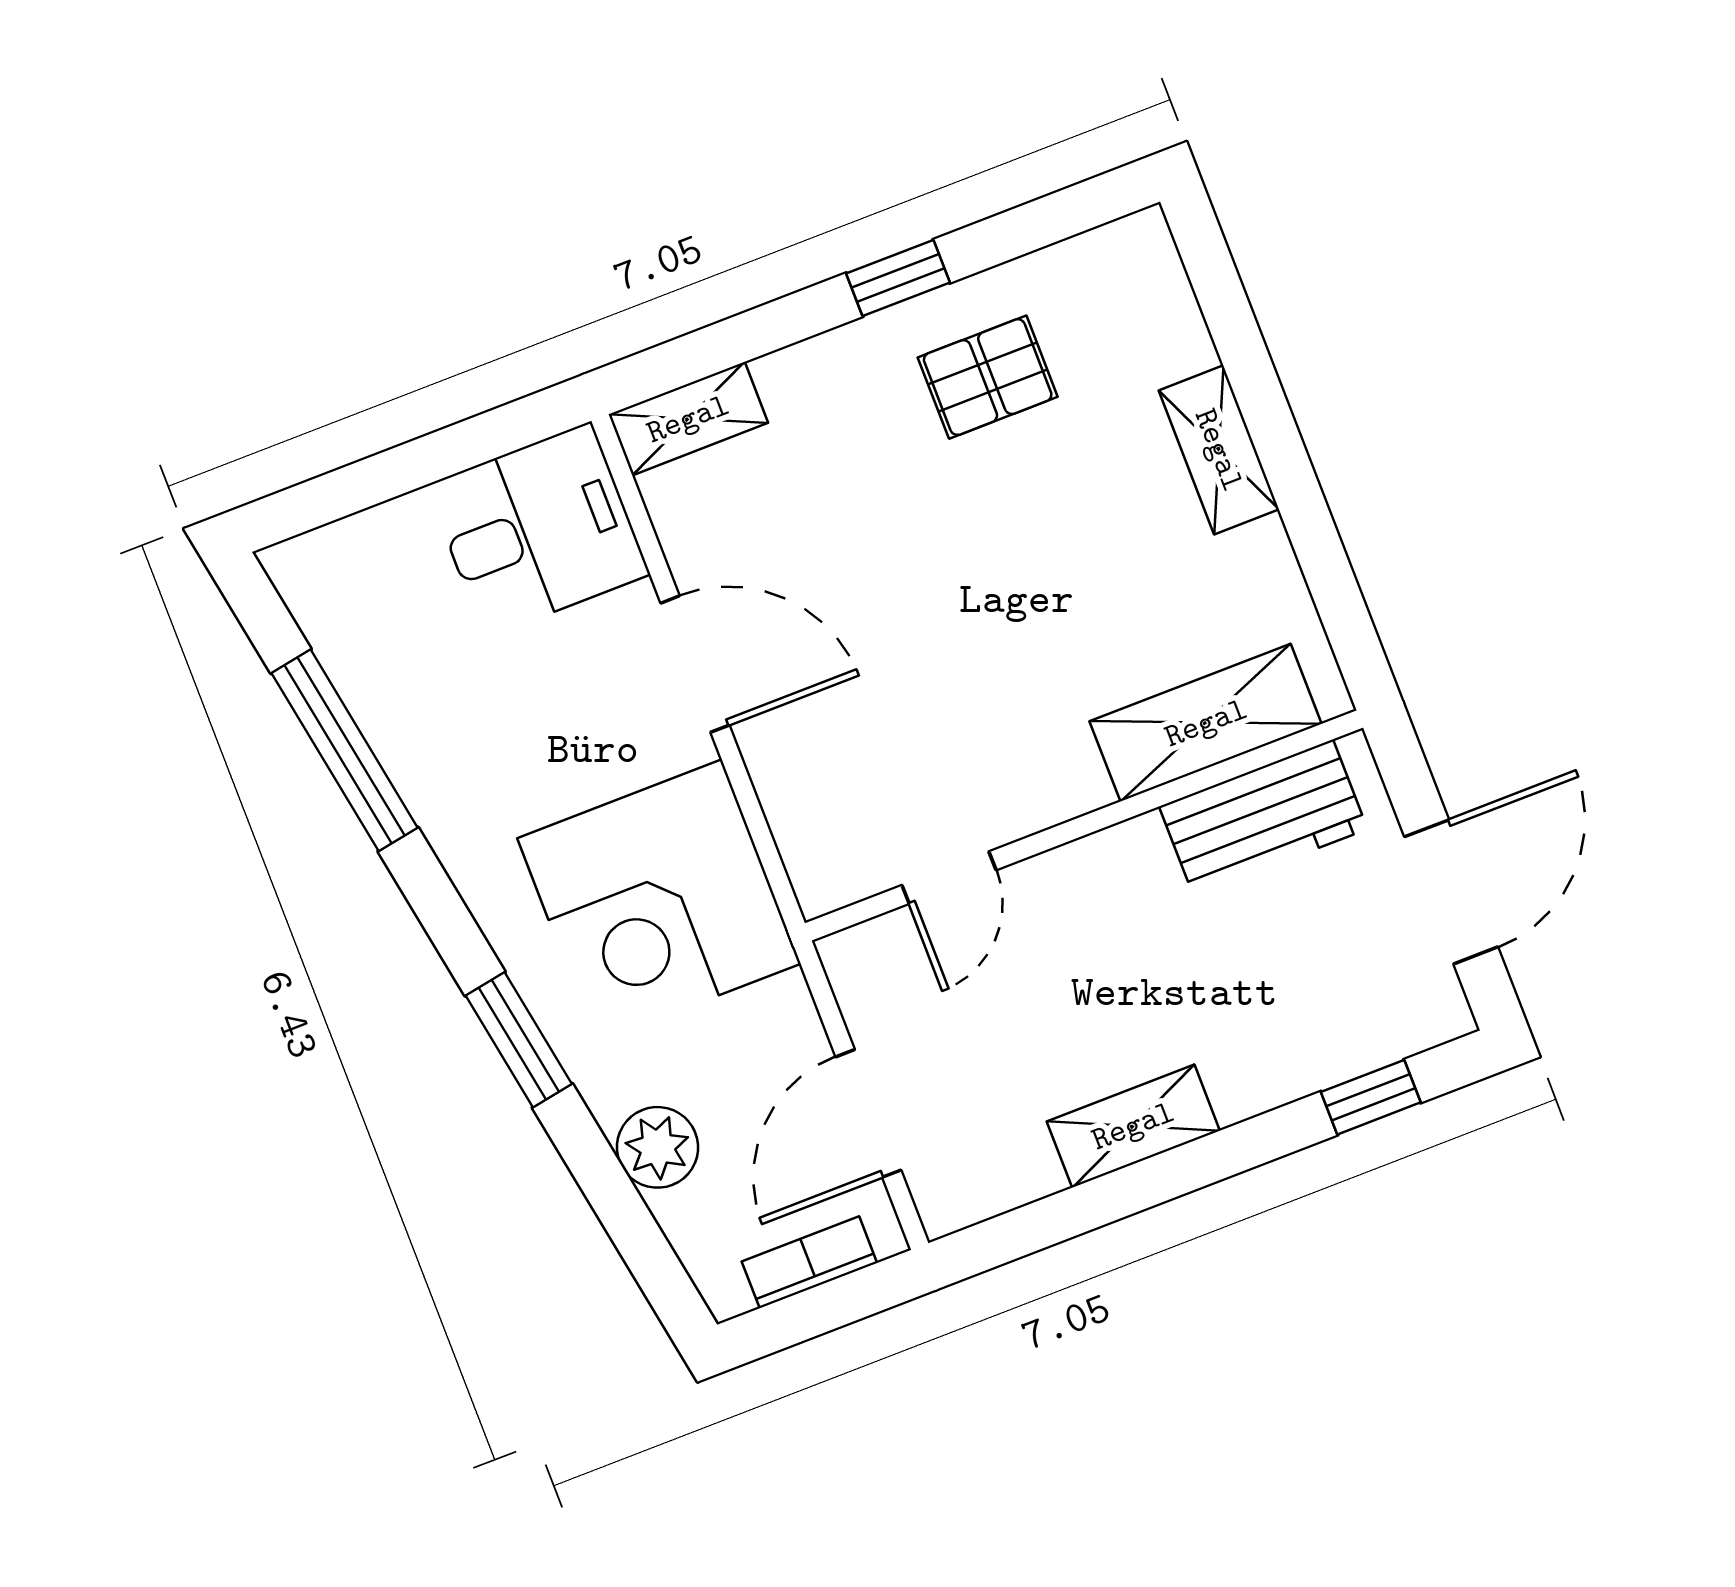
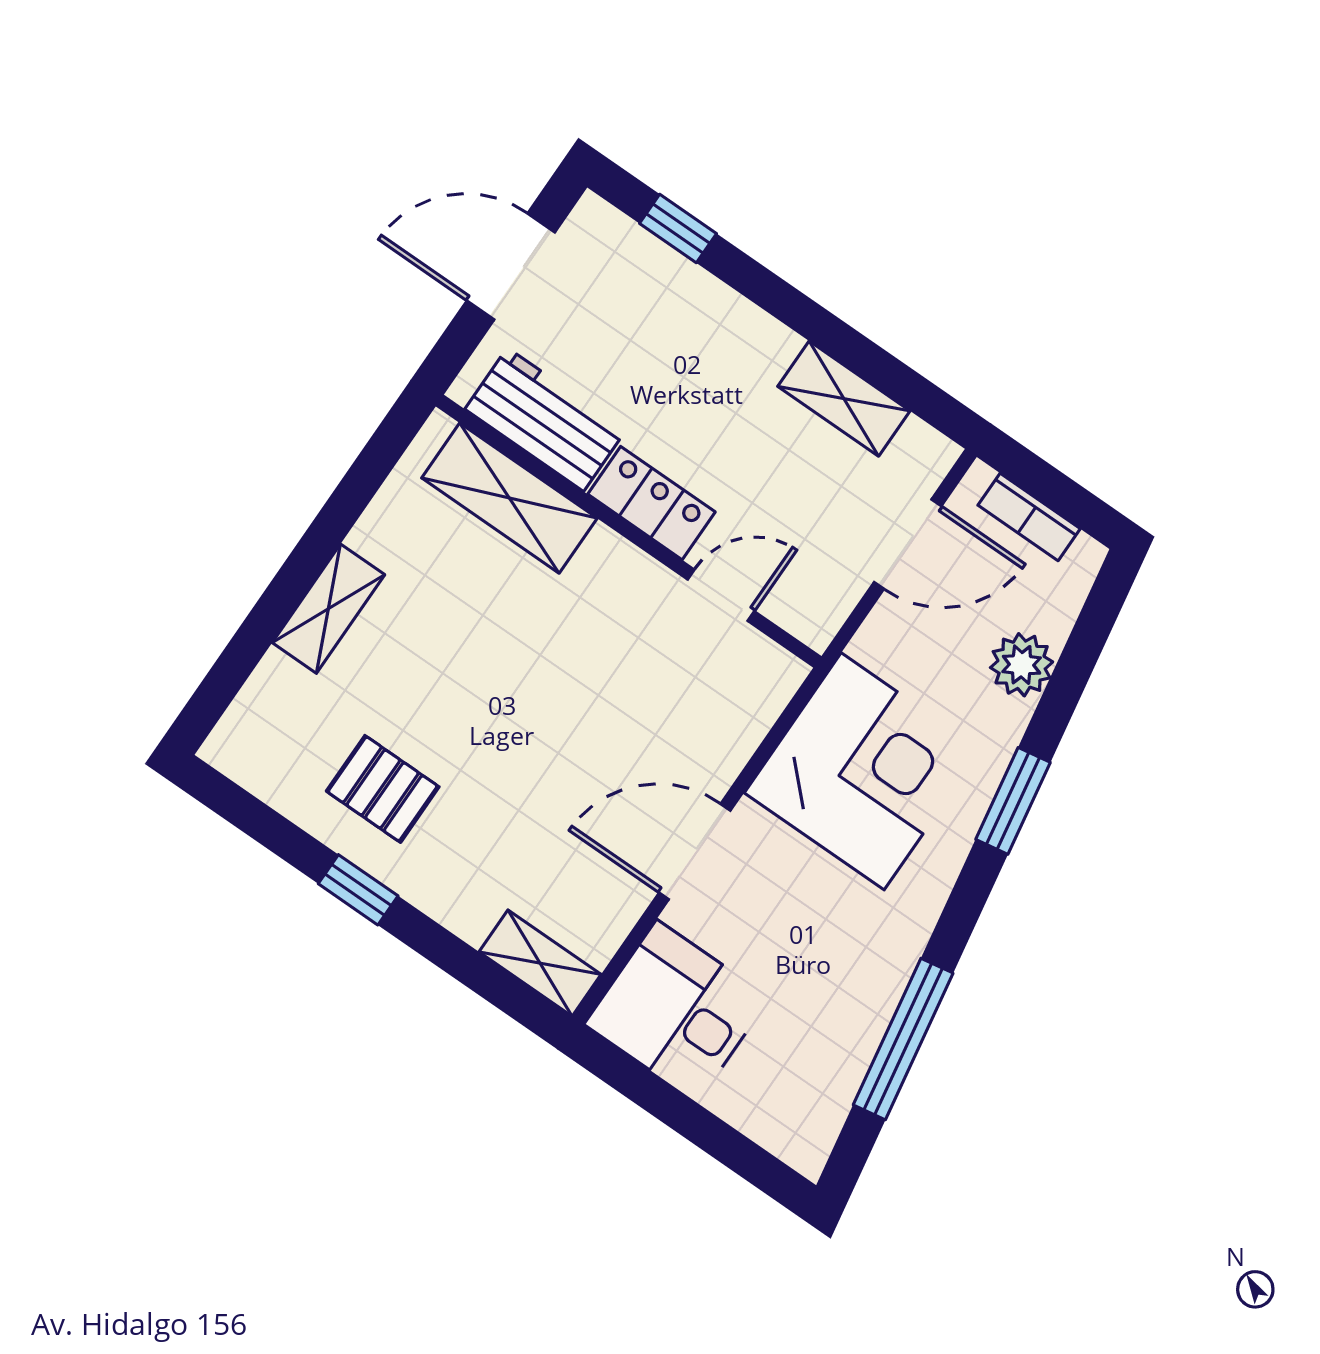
door: (695, 664) -> (695, 852), hinge flipped
locker: (1098, 870) -> (651, 503), added
shelving: (1133, 1126) -> (844, 399), moved

